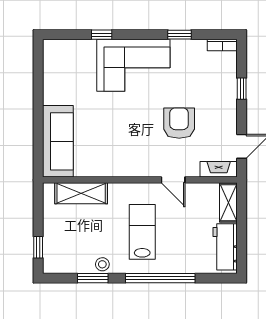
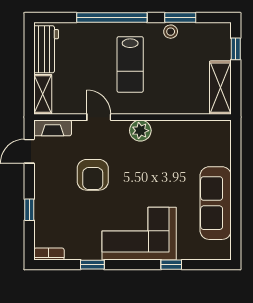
sofa: (58, 141) -> (216, 203), moved
plant: (132, 167) -> (140, 131), added
shelving: (81, 193) -> (220, 88), moved, turned 90

